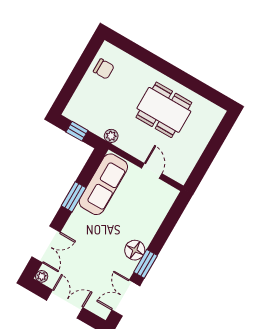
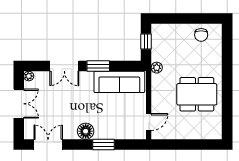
dining table: (164, 110) -> (197, 94), turned 90
door: (152, 171) -> (149, 122), moved
double door: (46, 244) -> (64, 66), moved
window: (146, 264) -> (103, 145), moved

